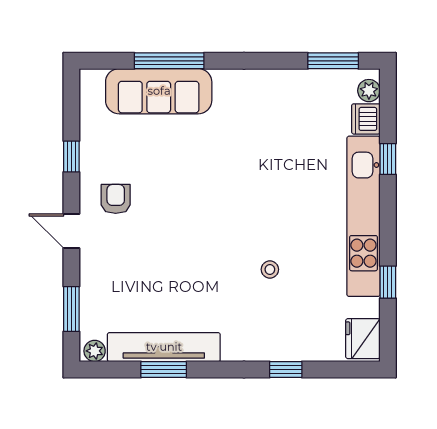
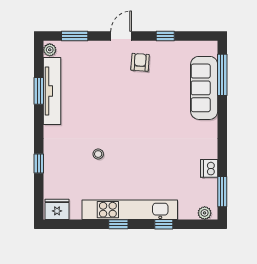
window: (169, 61) -> (222, 75), moved
dishwasher: (366, 119) -> (209, 168), moved, turned -90
armchair: (116, 199) -> (140, 62), turned -86
window: (388, 282) -> (118, 224), moved

